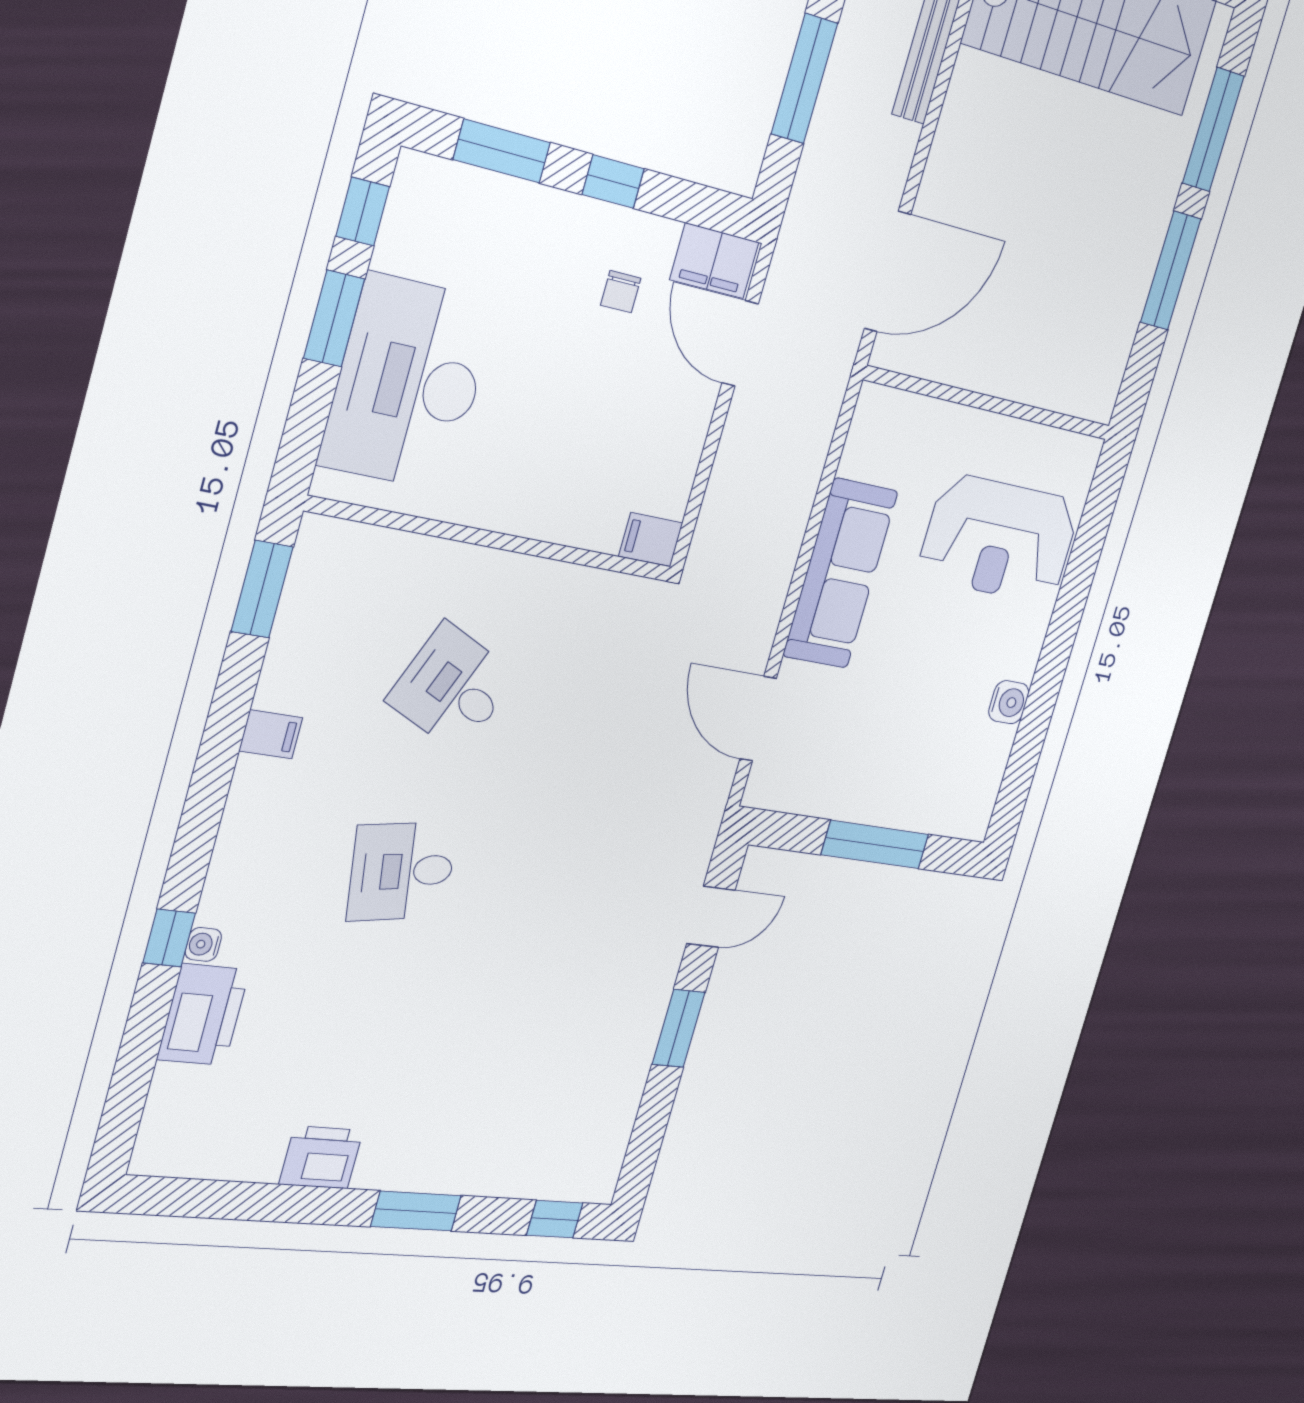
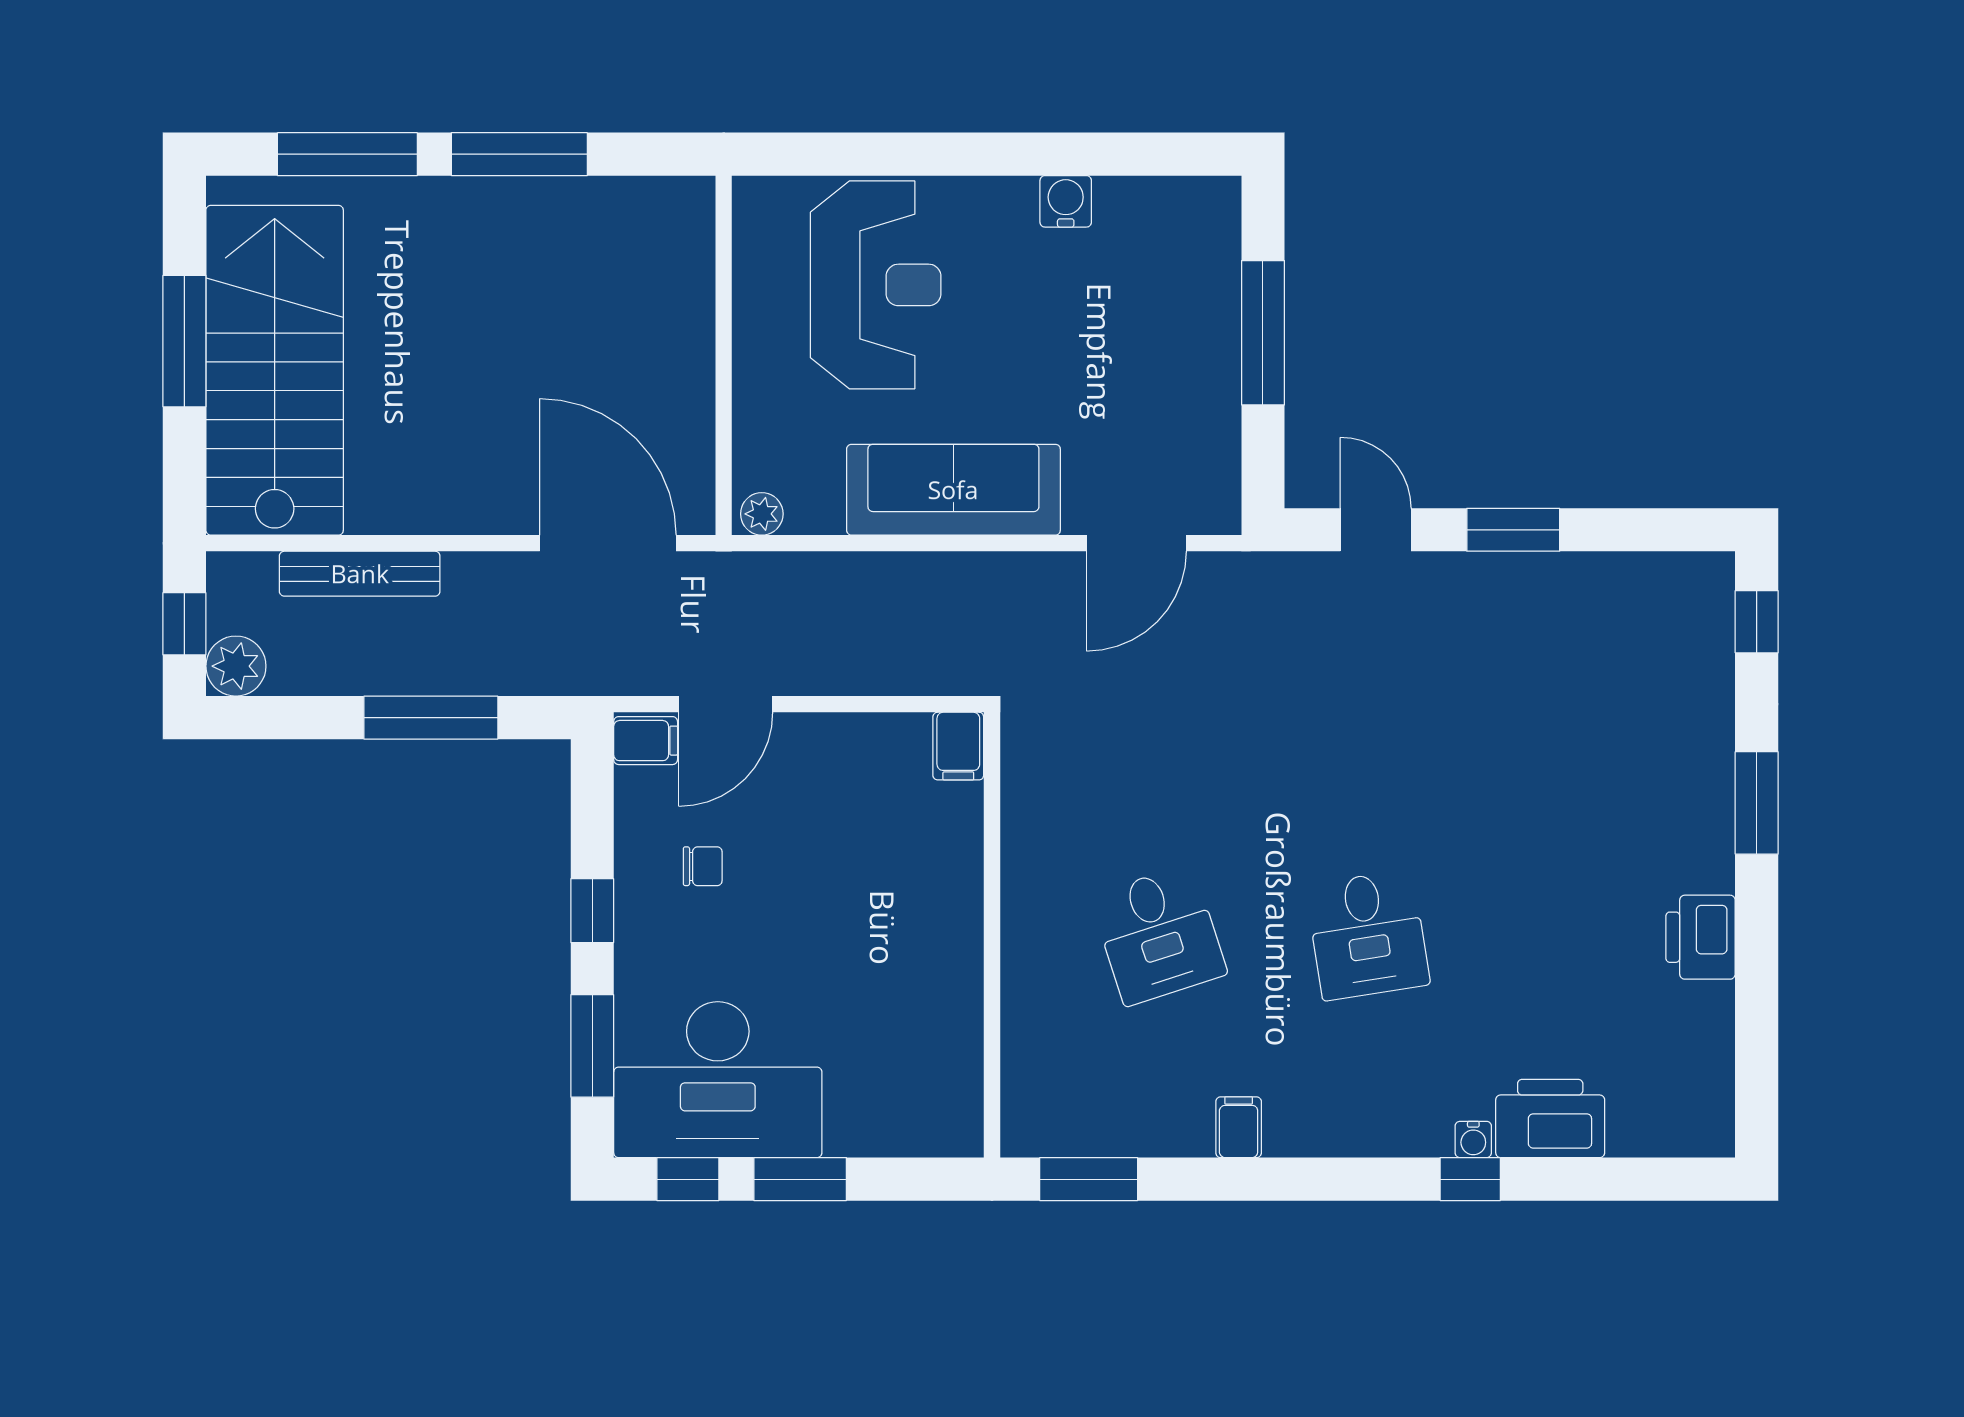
filing cabinet: (714, 261) -> (646, 741), width x0.50
desk: (408, 383) -> (718, 1080), moved
plant: (870, 409) -> (762, 514), added
desk: (452, 688) -> (1158, 935), turned -42

